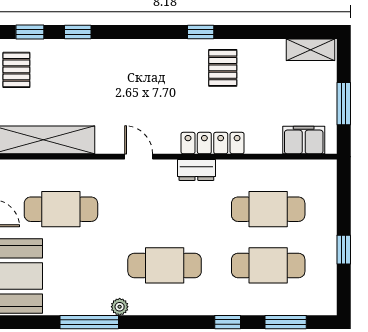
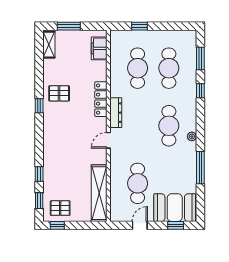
window: (344, 104) -> (69, 26), moved
dresser: (196, 170) -> (116, 113), width x1.44
window: (344, 250) -> (140, 26), moved
plant: (120, 307) -> (192, 136), moved

